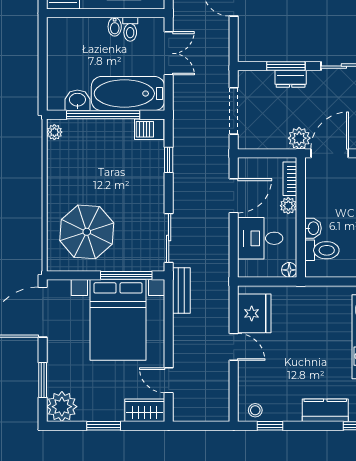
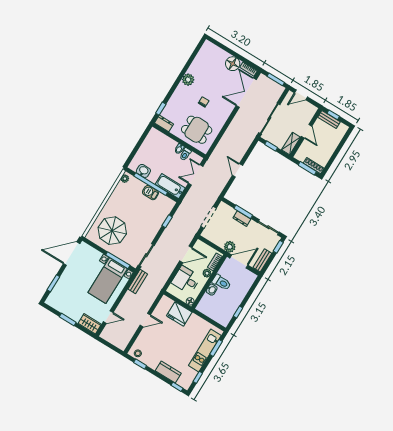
double door: (169, 53) -> (196, 175), swing flipped
bathtub: (128, 94) -> (170, 186), width x0.73, depth x0.73
barbecue: (149, 129) -> (150, 193), moved
toilet: (322, 250) -> (221, 282), moved
fridge: (254, 313) -> (179, 314), moved, turned 90
bed with nightstands: (118, 320) -> (108, 281), width x0.73
door: (234, 347) -> (145, 320), hinge flipped
door: (169, 380) -> (108, 317), swing flipped
plant: (62, 407) -> (55, 300), removed

